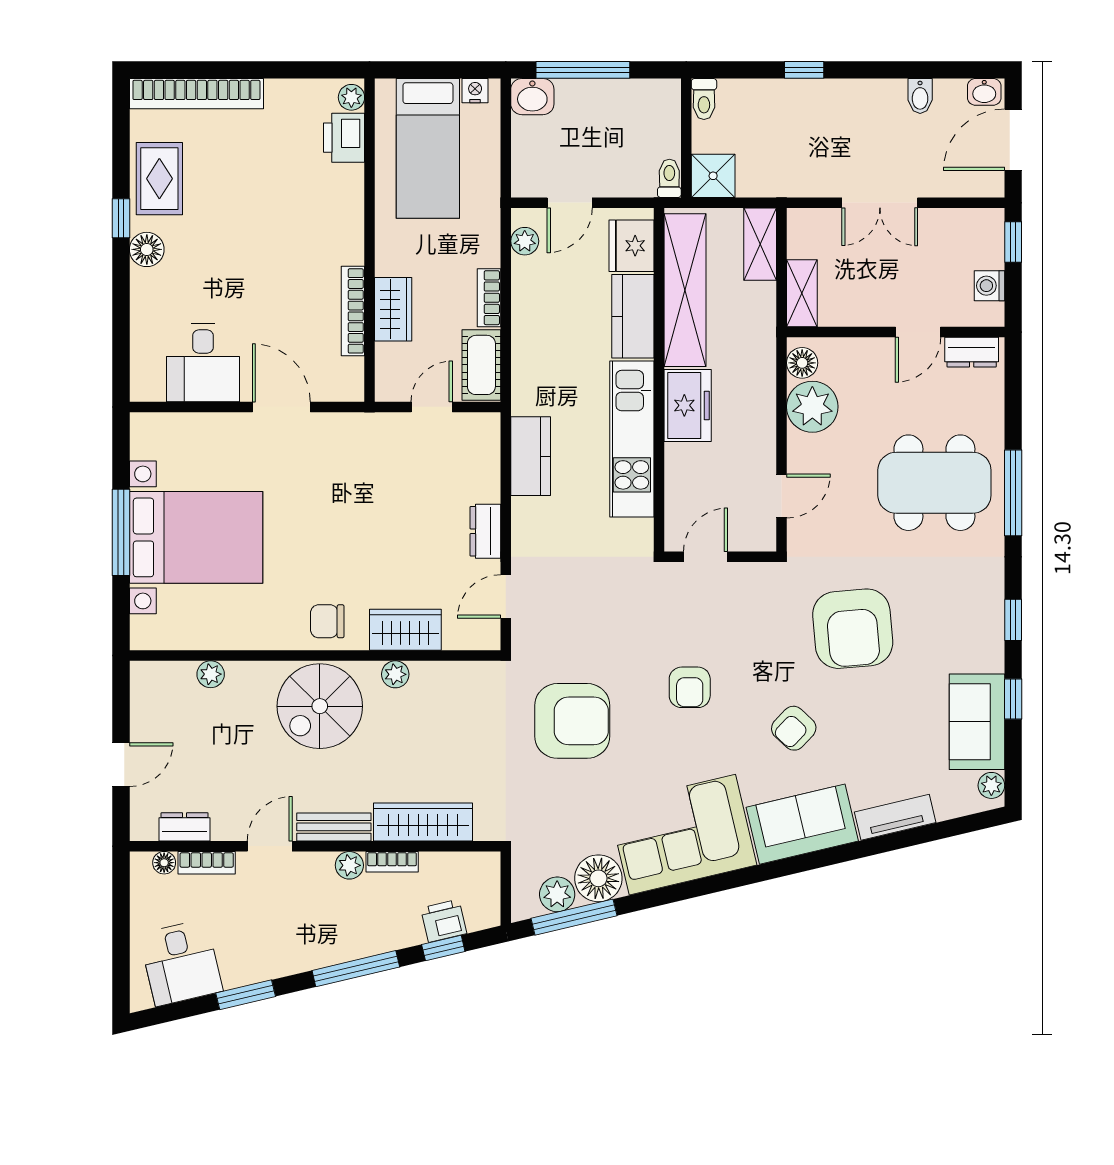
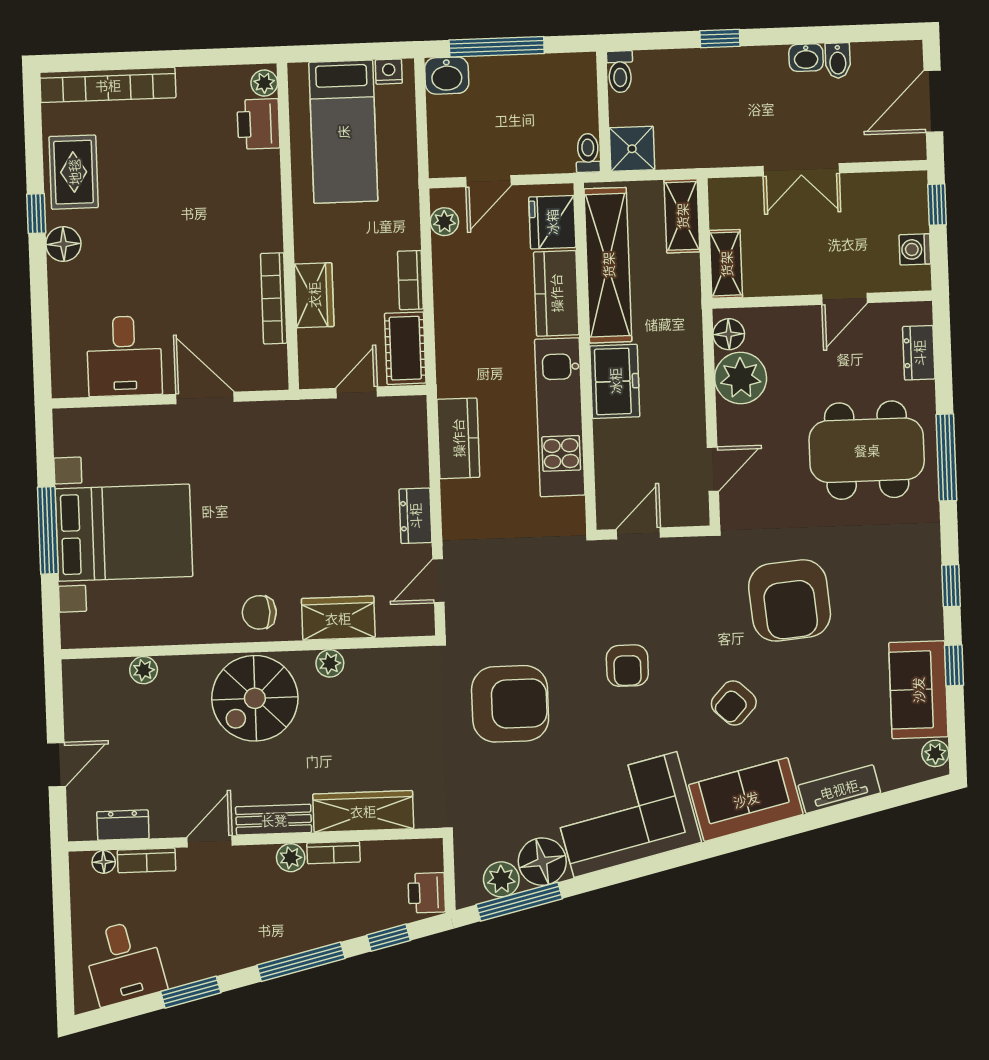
washbasin: (984, 92) -> (806, 58), moved
dresser: (972, 352) -> (919, 353), moved, turned 90
printer: (444, 921) -> (427, 893), moved, turned -77

